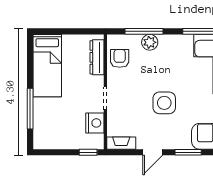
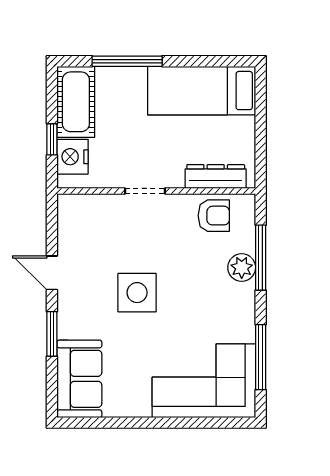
nightstand: (95, 123) -> (73, 157), moved, turned 90
cot: (54, 138) -> (76, 102), added
fireplace: (121, 143) -> (68, 218), removed
window: (88, 152) -> (52, 139), moved

